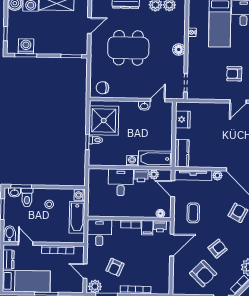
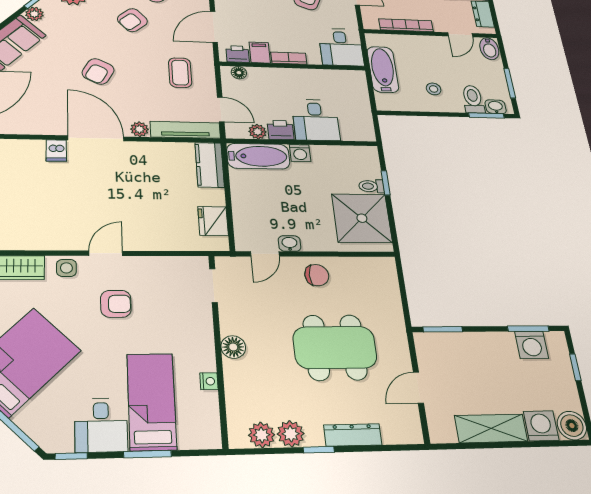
chair: (102, 88) -> (317, 275), moved
washing machine: (80, 195) -> (384, 102), removed
door: (26, 244) -> (460, 35), hinge flipped

